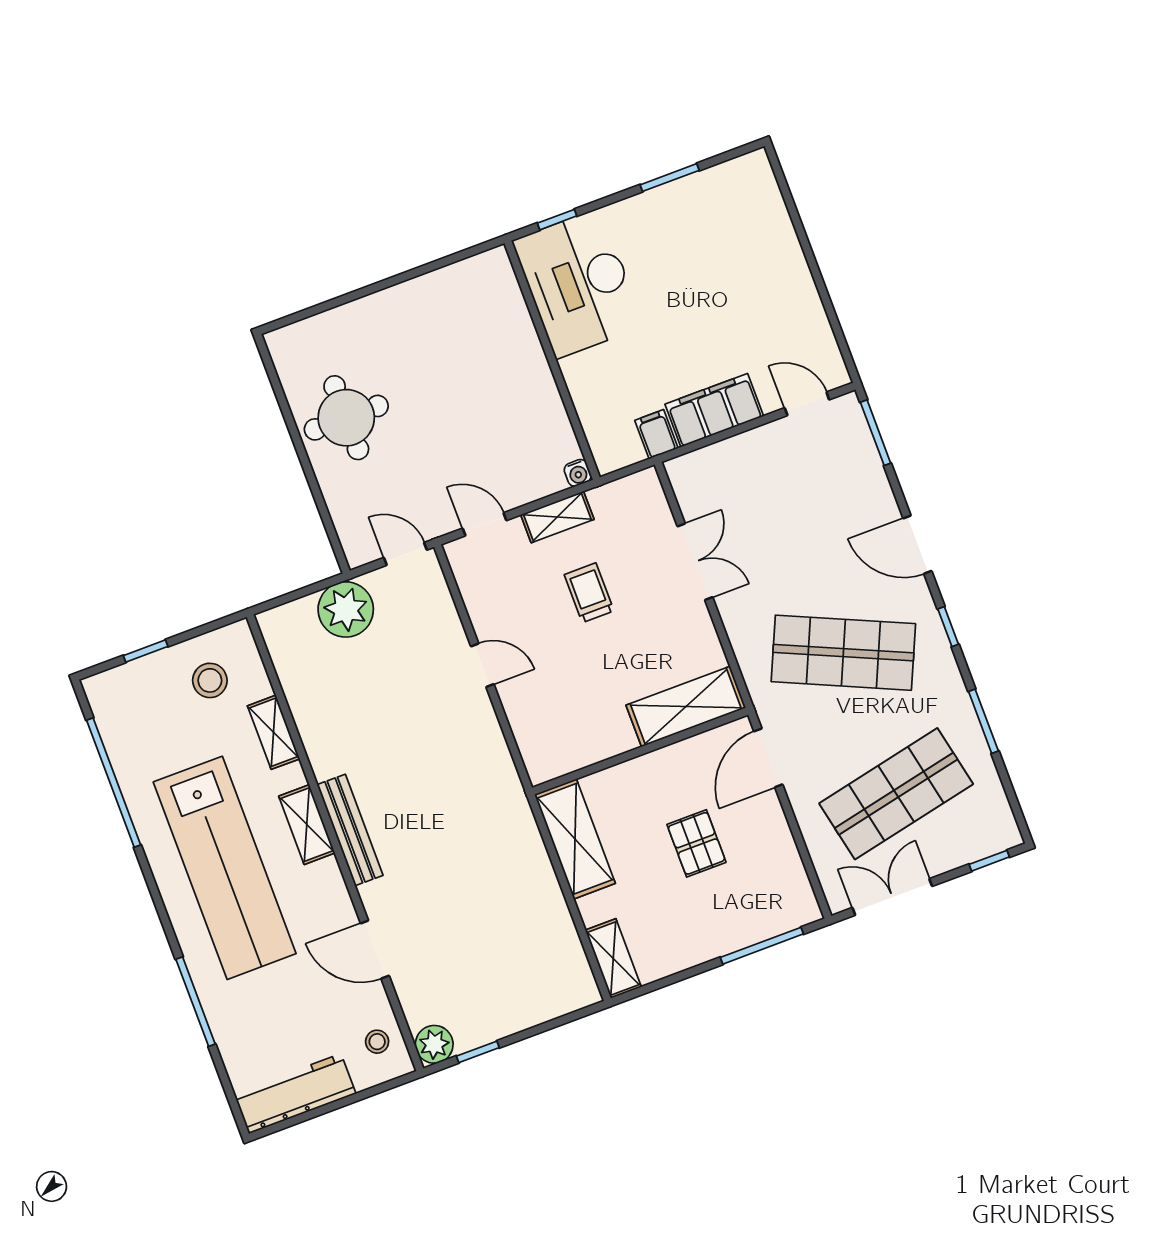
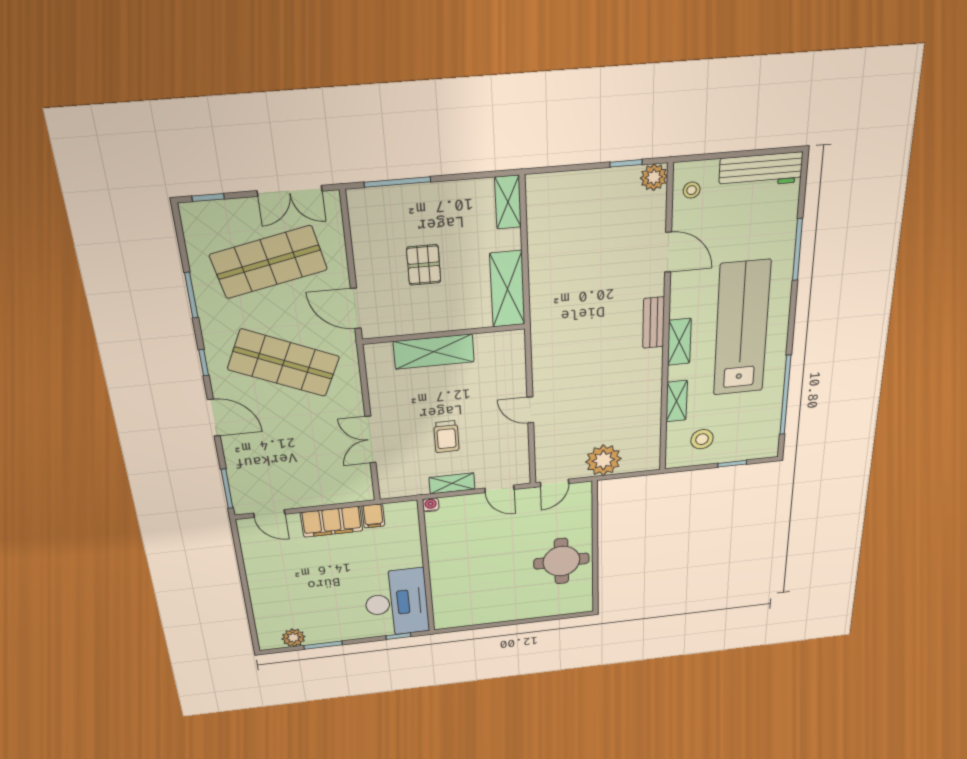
plant: (718, 183) -> (293, 638), added
door: (405, 554) -> (555, 483), hinge flipped
shelving: (686, 707) -> (434, 352), moved
door: (768, 758) -> (356, 308), swing flipped
bench: (350, 830) -> (654, 323), width x0.73

